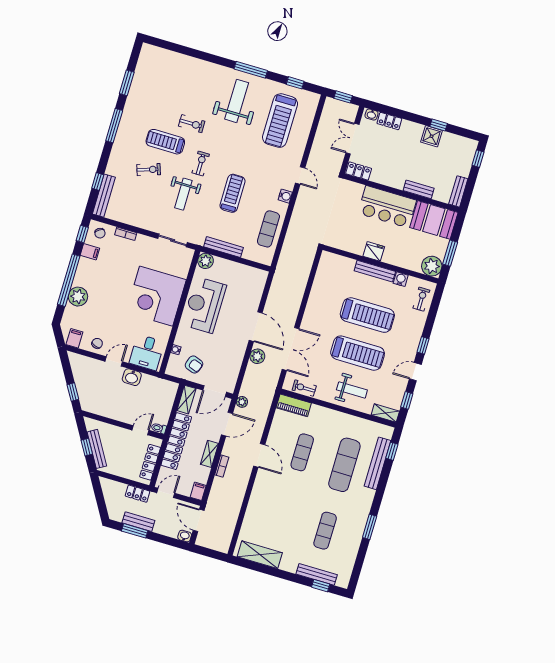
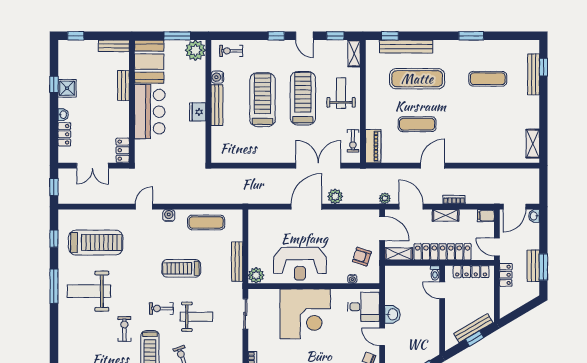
washbasin: (371, 114) -> (63, 115), moved
armchair: (194, 365) -> (362, 257), turned -92
shelving: (260, 555) -> (533, 144), width x0.67, depth x0.75

